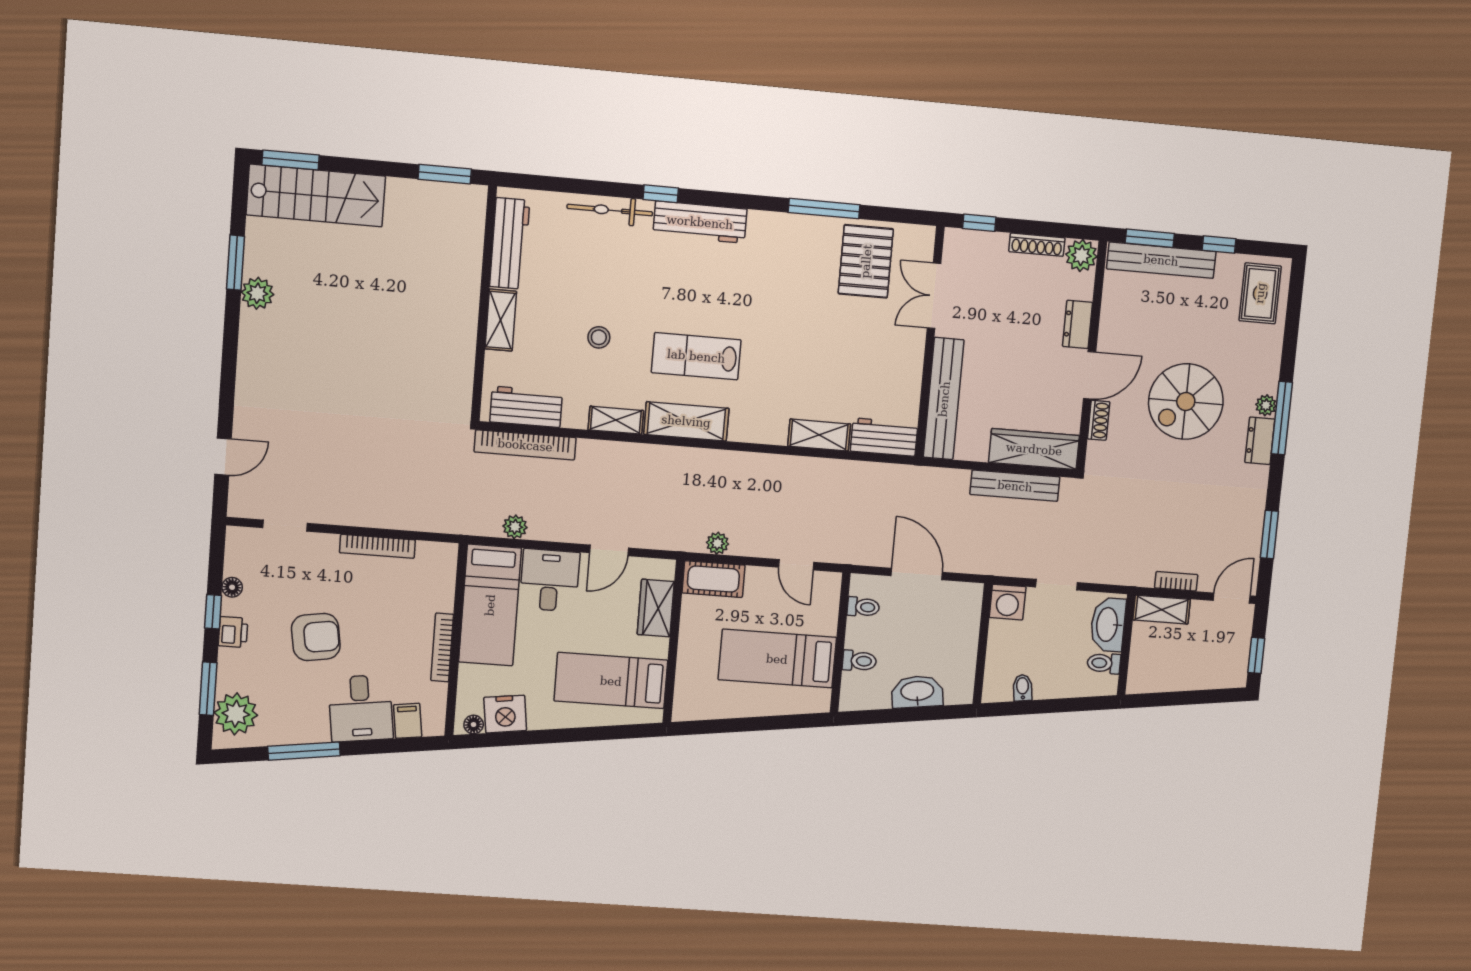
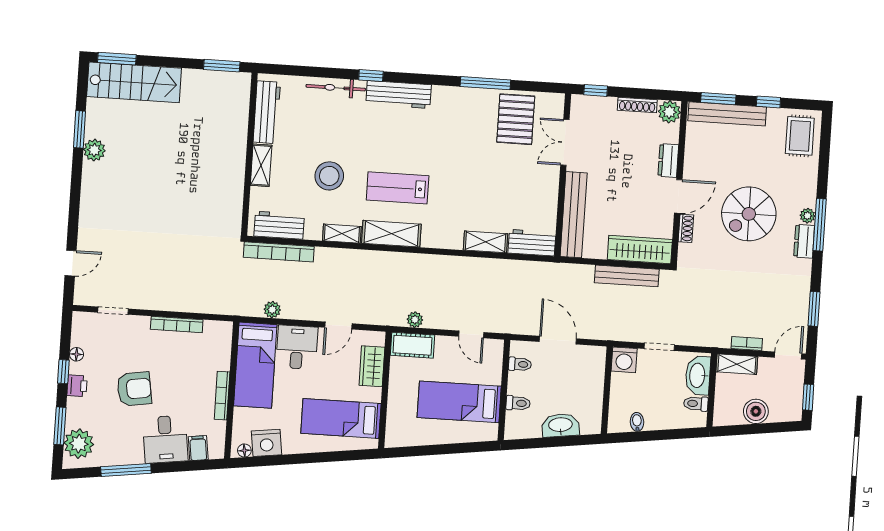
stool: (599, 337) -> (329, 176), width x1.89, depth x1.89
boiler: (1185, 674) -> (756, 411), added

